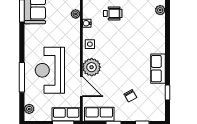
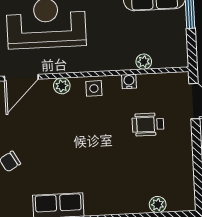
wheelchair: (113, 13) -> (148, 124), turned 90
plant: (92, 67) -> (62, 86), width x0.53, depth x0.53

